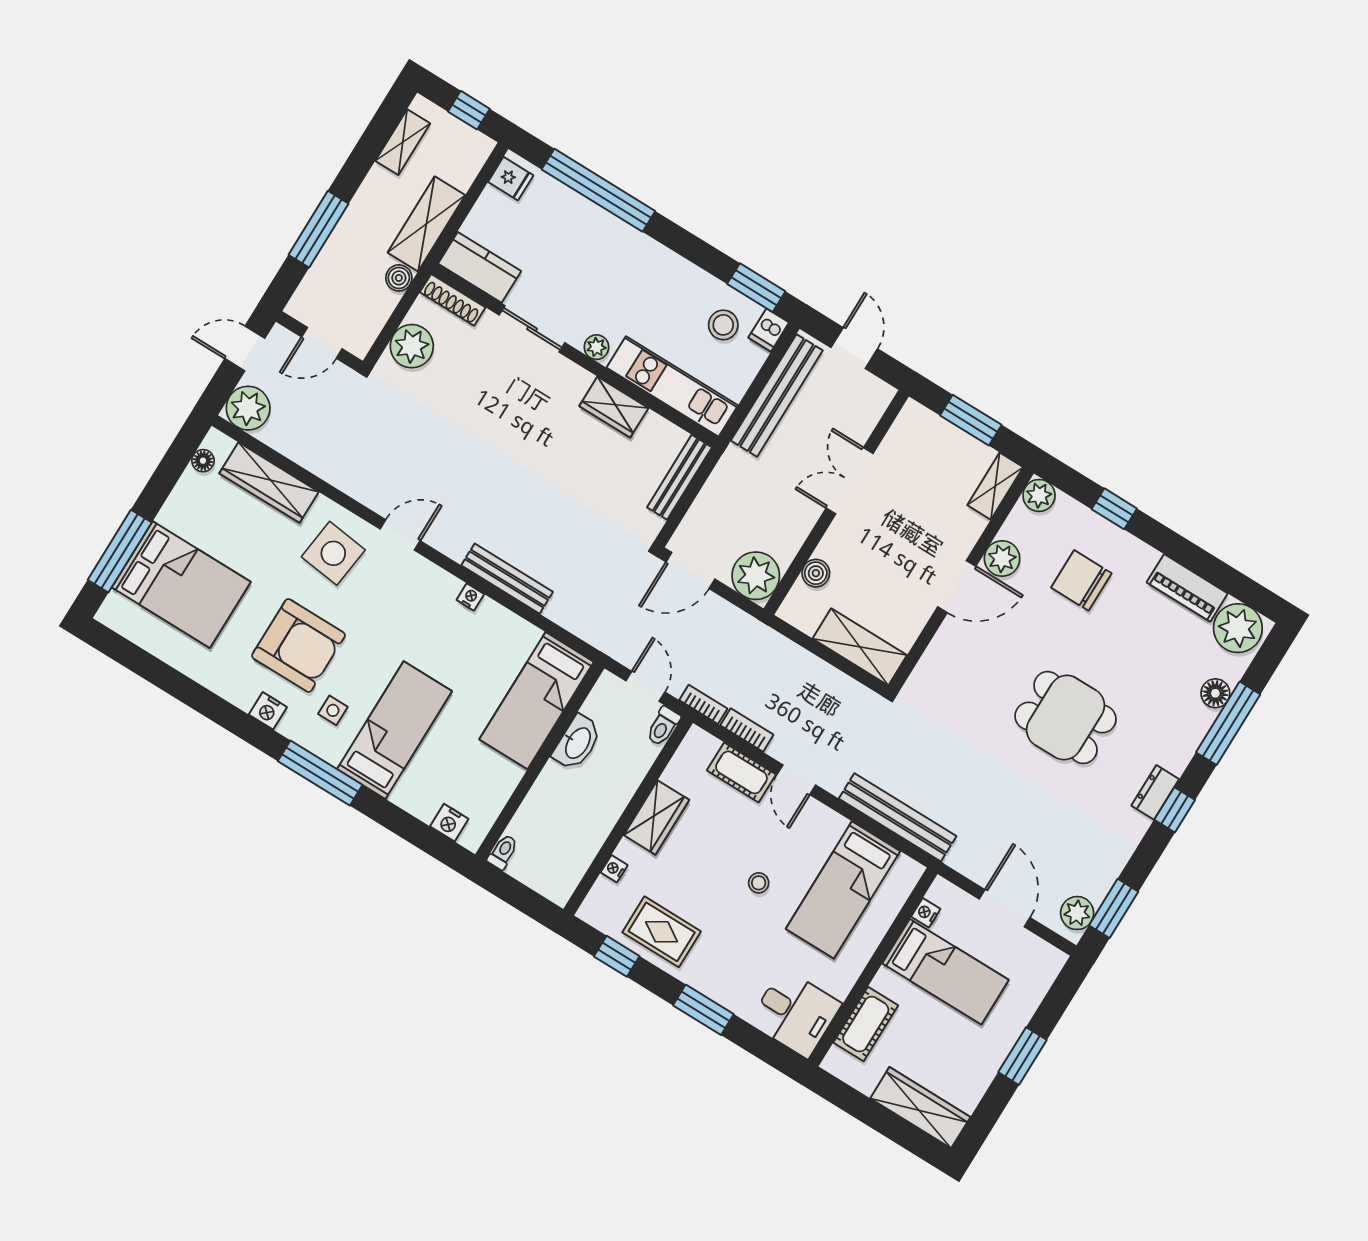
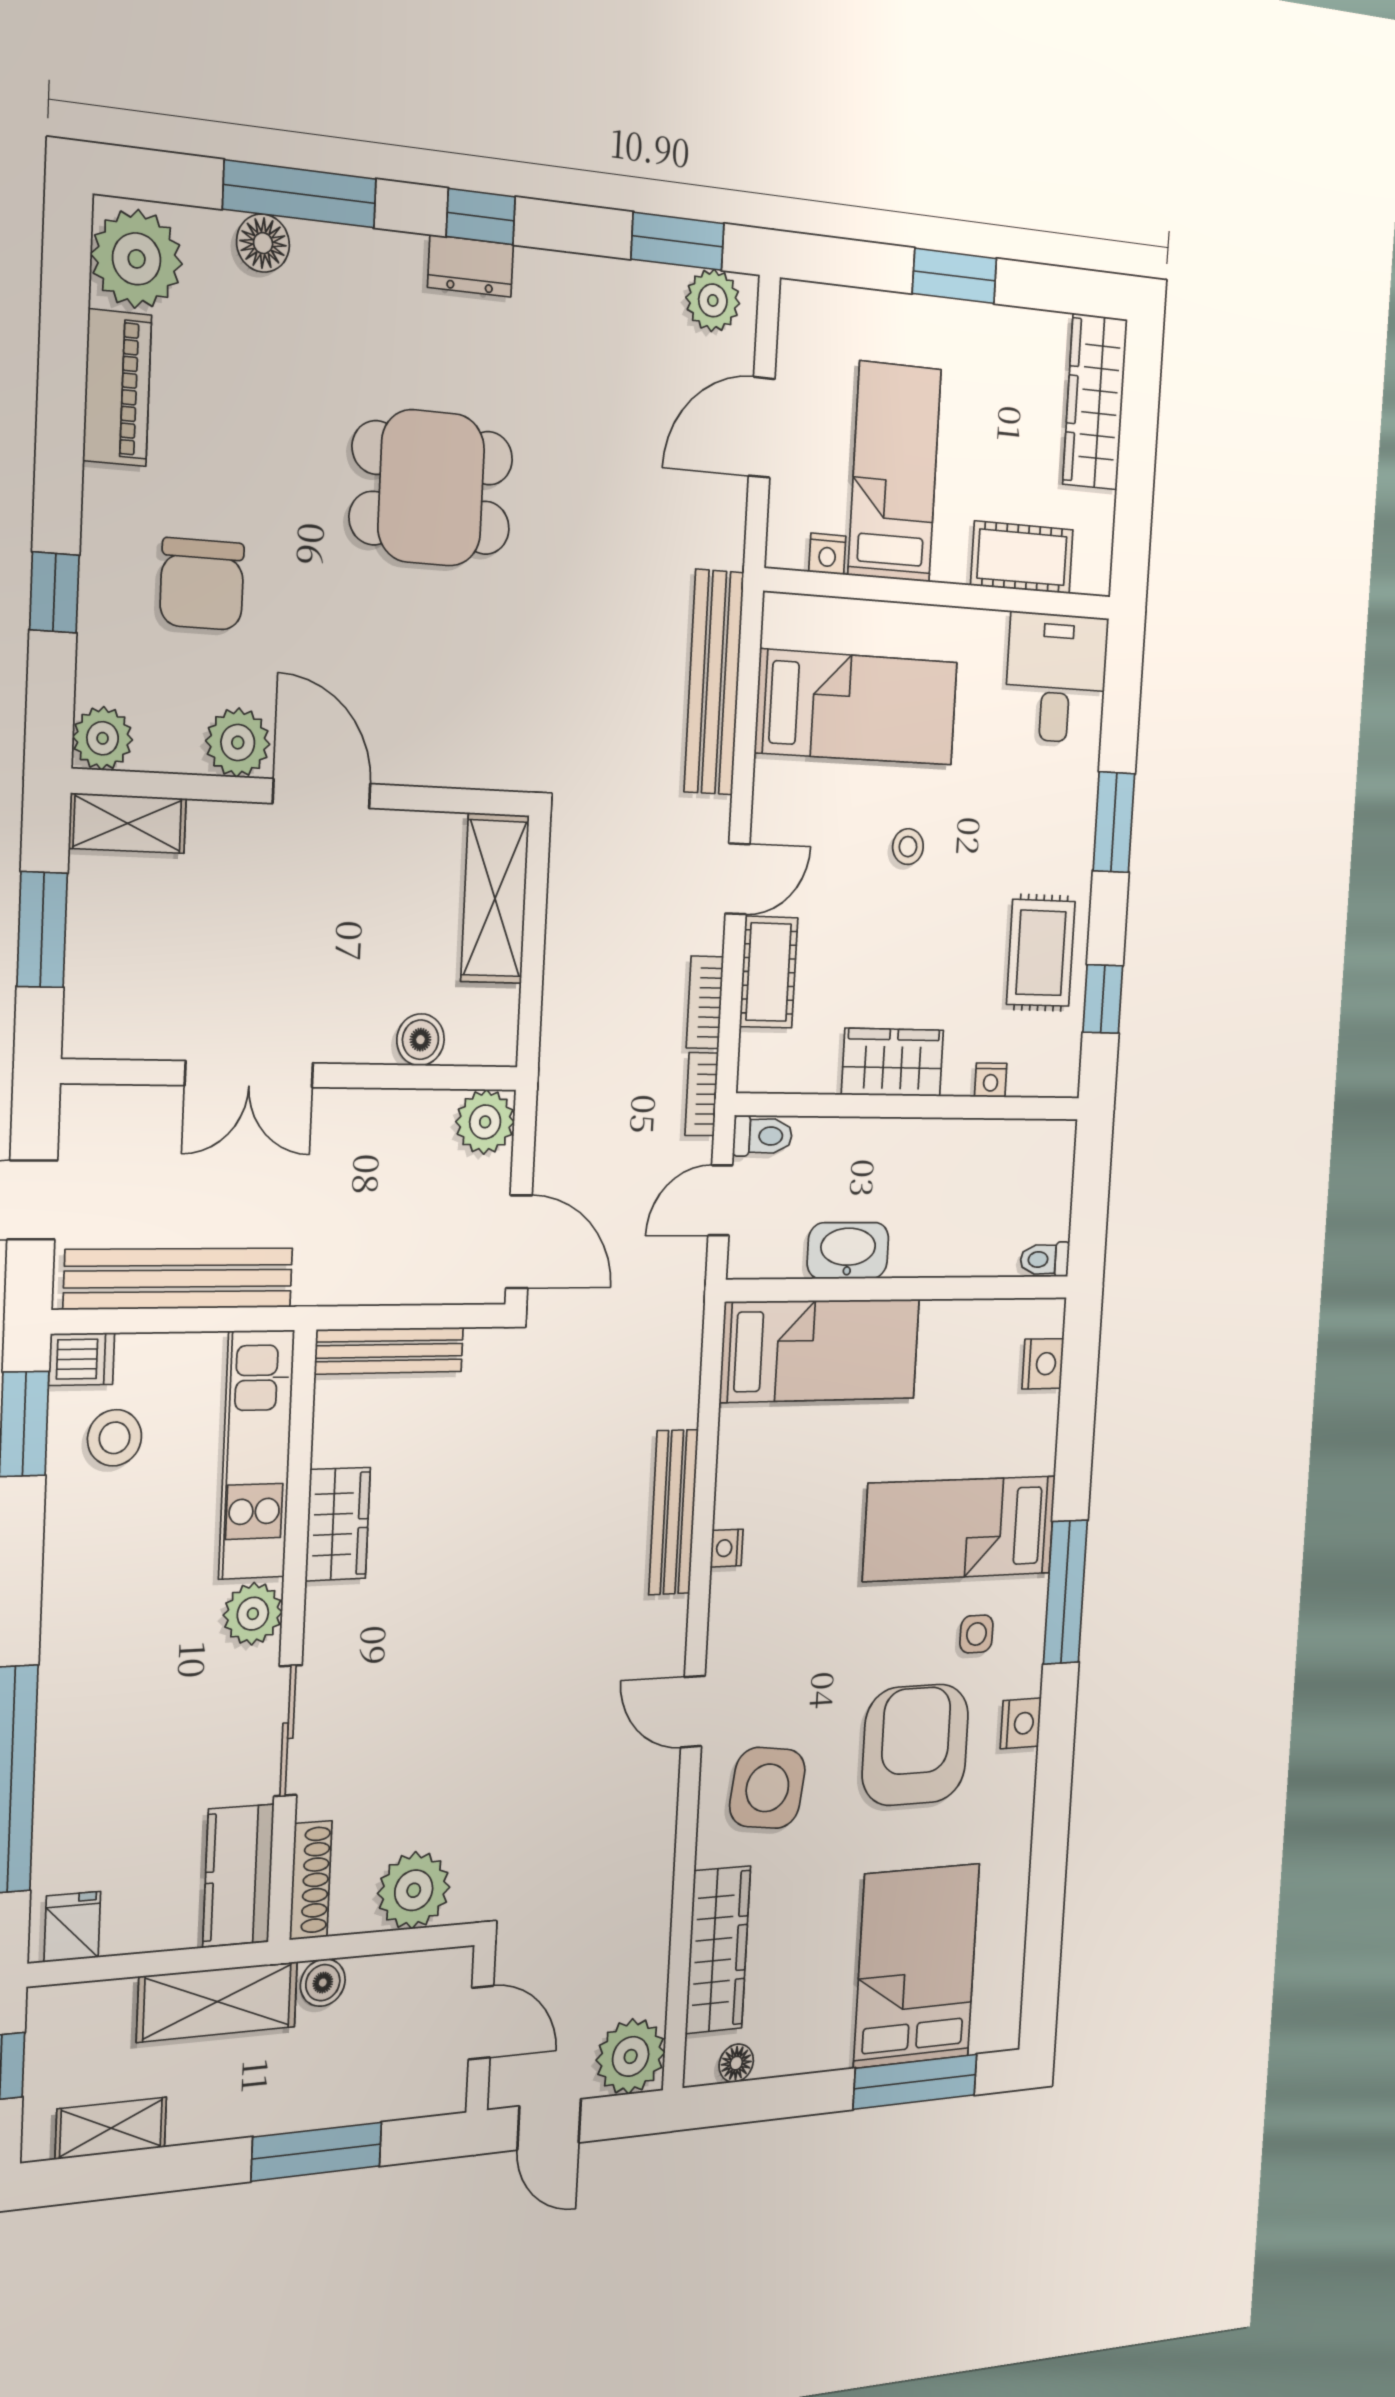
plant: (596, 347) -> (253, 1614), width x1.38, depth x1.38
plant: (756, 576) -> (485, 1122), width x0.73, depth x0.73
dining table: (1065, 718) -> (431, 488), turned 90

